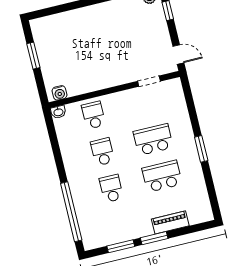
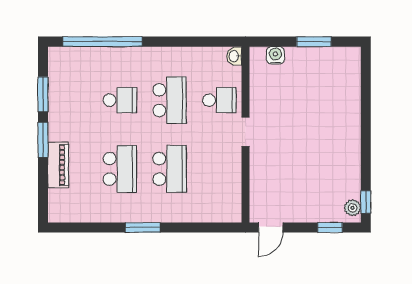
doorway: (149, 81) -> (245, 132), moved
water cooler: (60, 93) -> (275, 55), moved, turned 90
school desk: (102, 152) -> (170, 100), width x1.85

